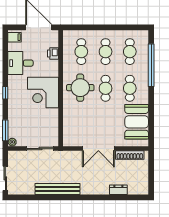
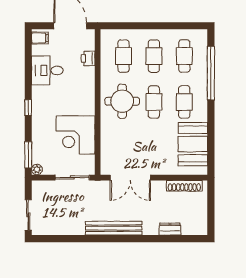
corner desk: (43, 93) -> (76, 135), moved
double door: (98, 149) -> (130, 178), moved
bench: (58, 189) -> (114, 228), moved

